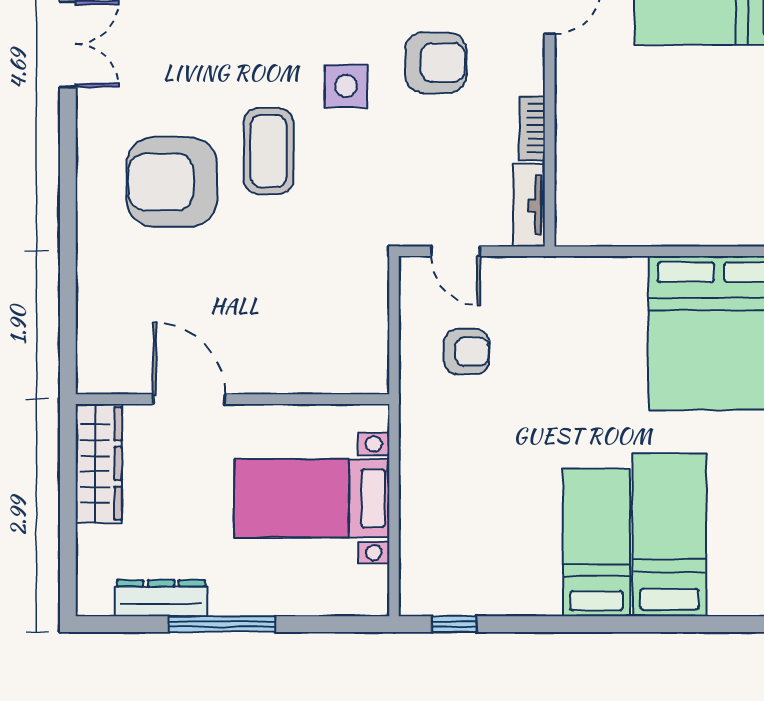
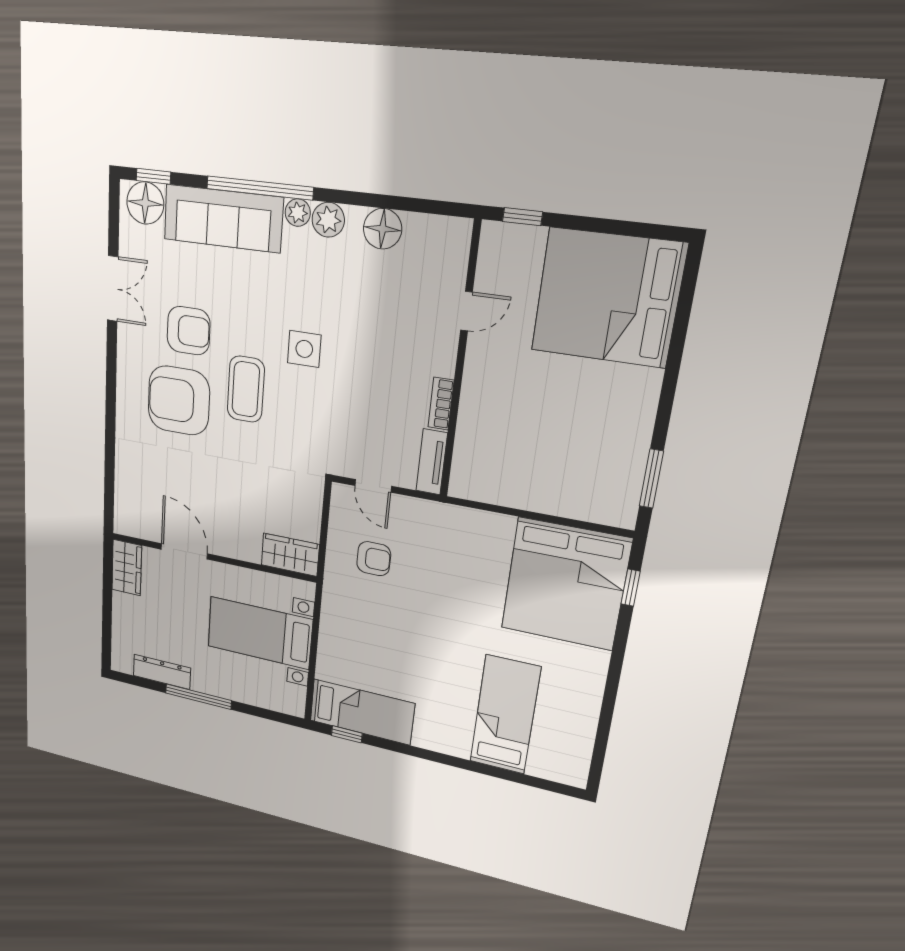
armchair: (436, 63) -> (189, 331), moved
wardrobe: (348, 371) -> (290, 555), added
wardrobe: (99, 464) -> (127, 568), width x0.67
bed: (596, 542) -> (362, 712), moved, turned 90

